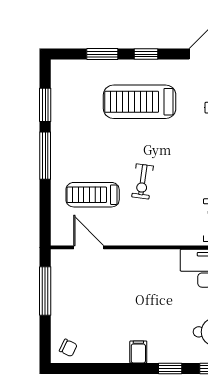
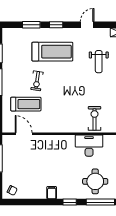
treadmill: (140, 102) -> (52, 52), turned 180
exercise bike: (143, 181) -> (37, 81), moved
treadmill: (93, 195) -> (26, 104), turned 180

